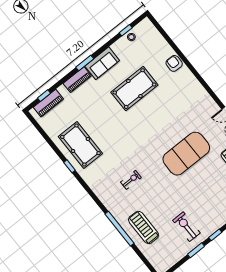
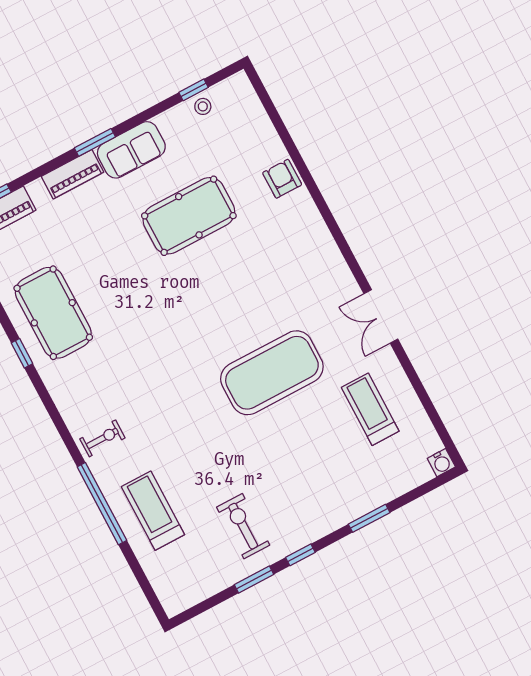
exercise bike: (131, 180) -> (102, 438), moved

